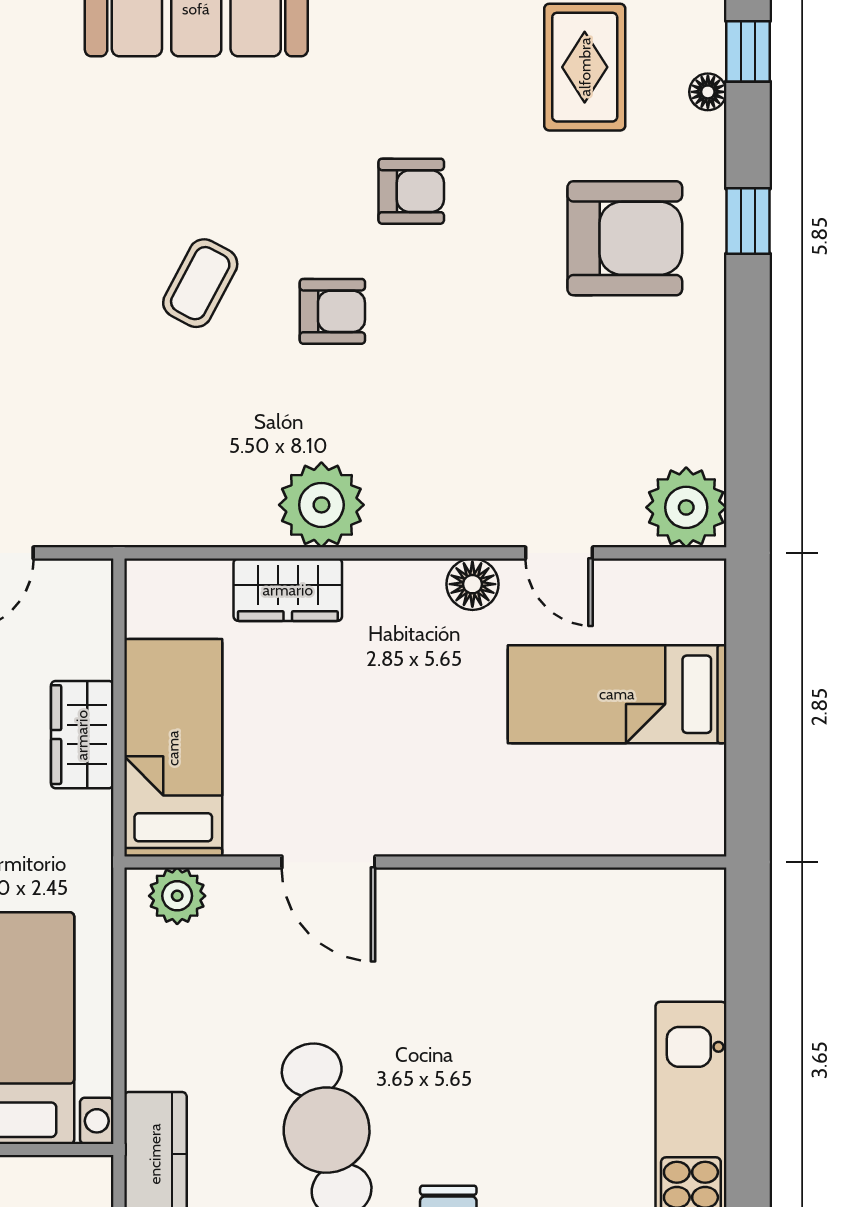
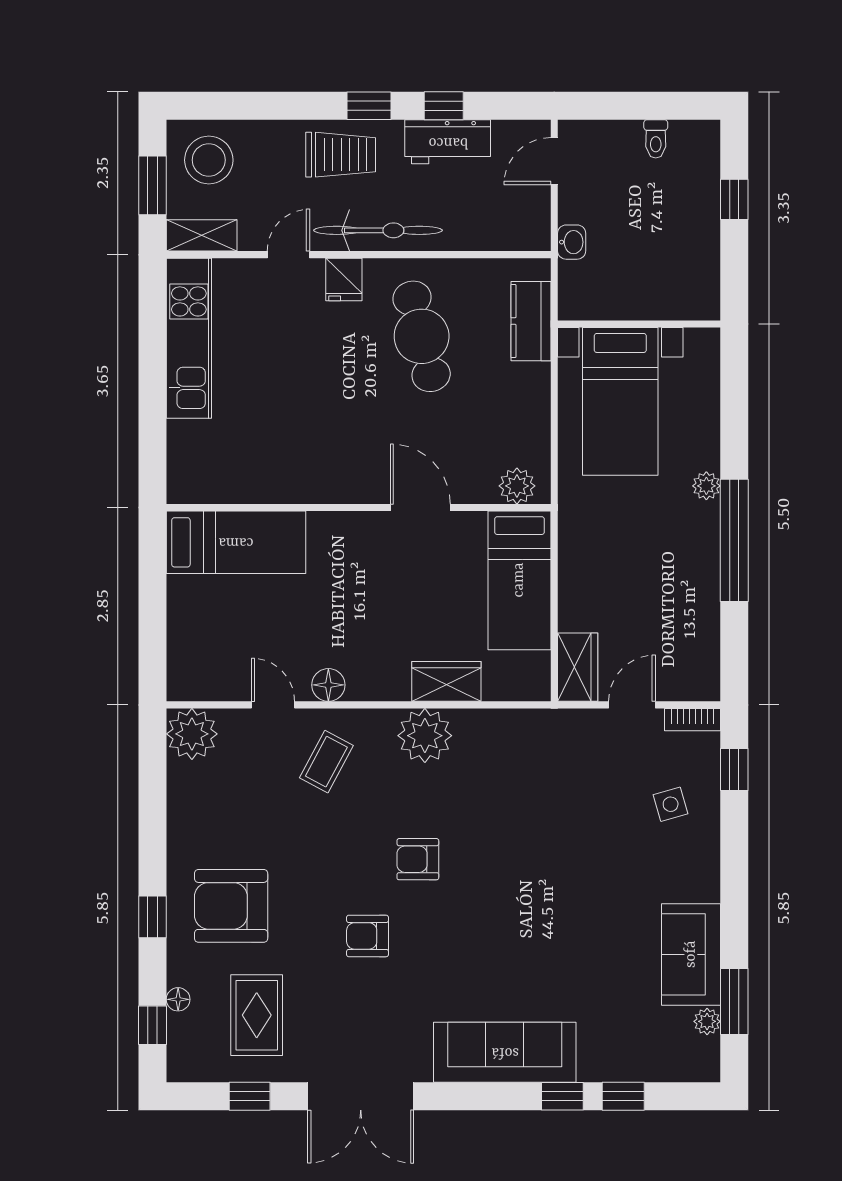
coffee table: (200, 283) -> (326, 762), moved
bed: (617, 694) -> (236, 542), moved
wardrobe: (82, 735) -> (578, 667), moved

